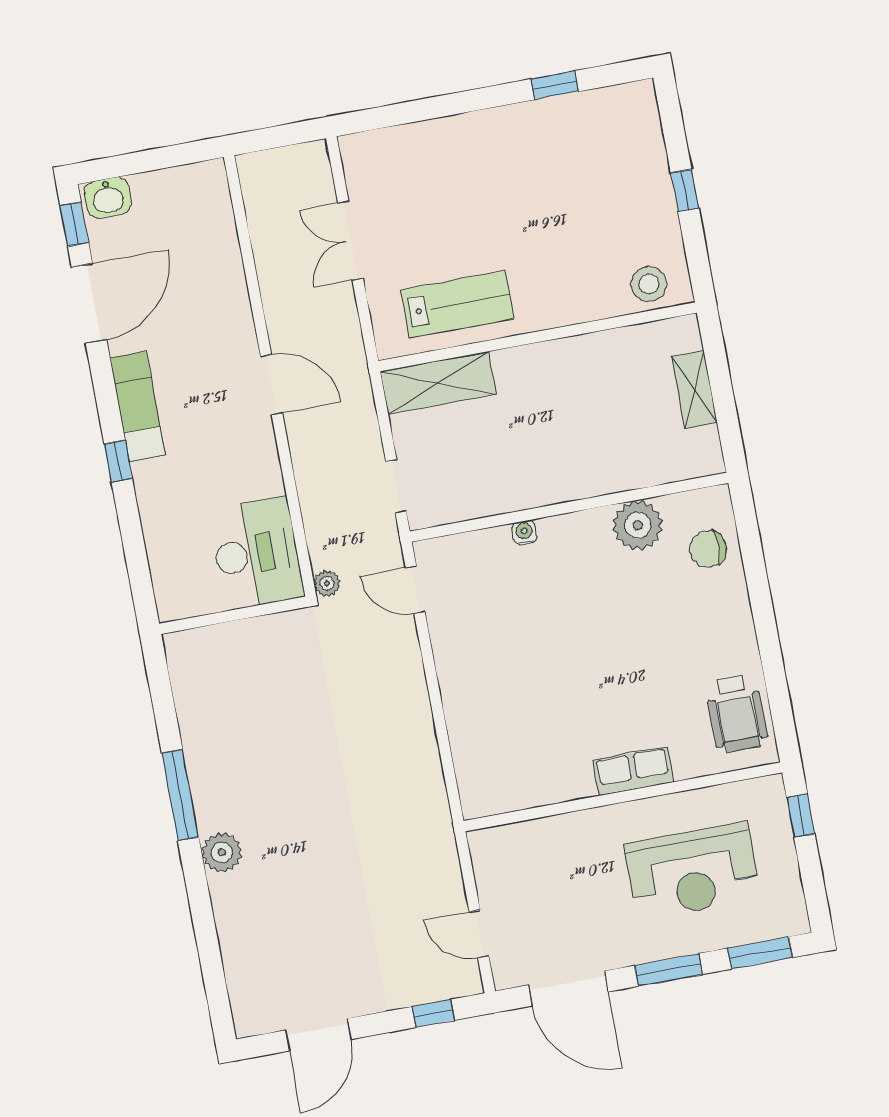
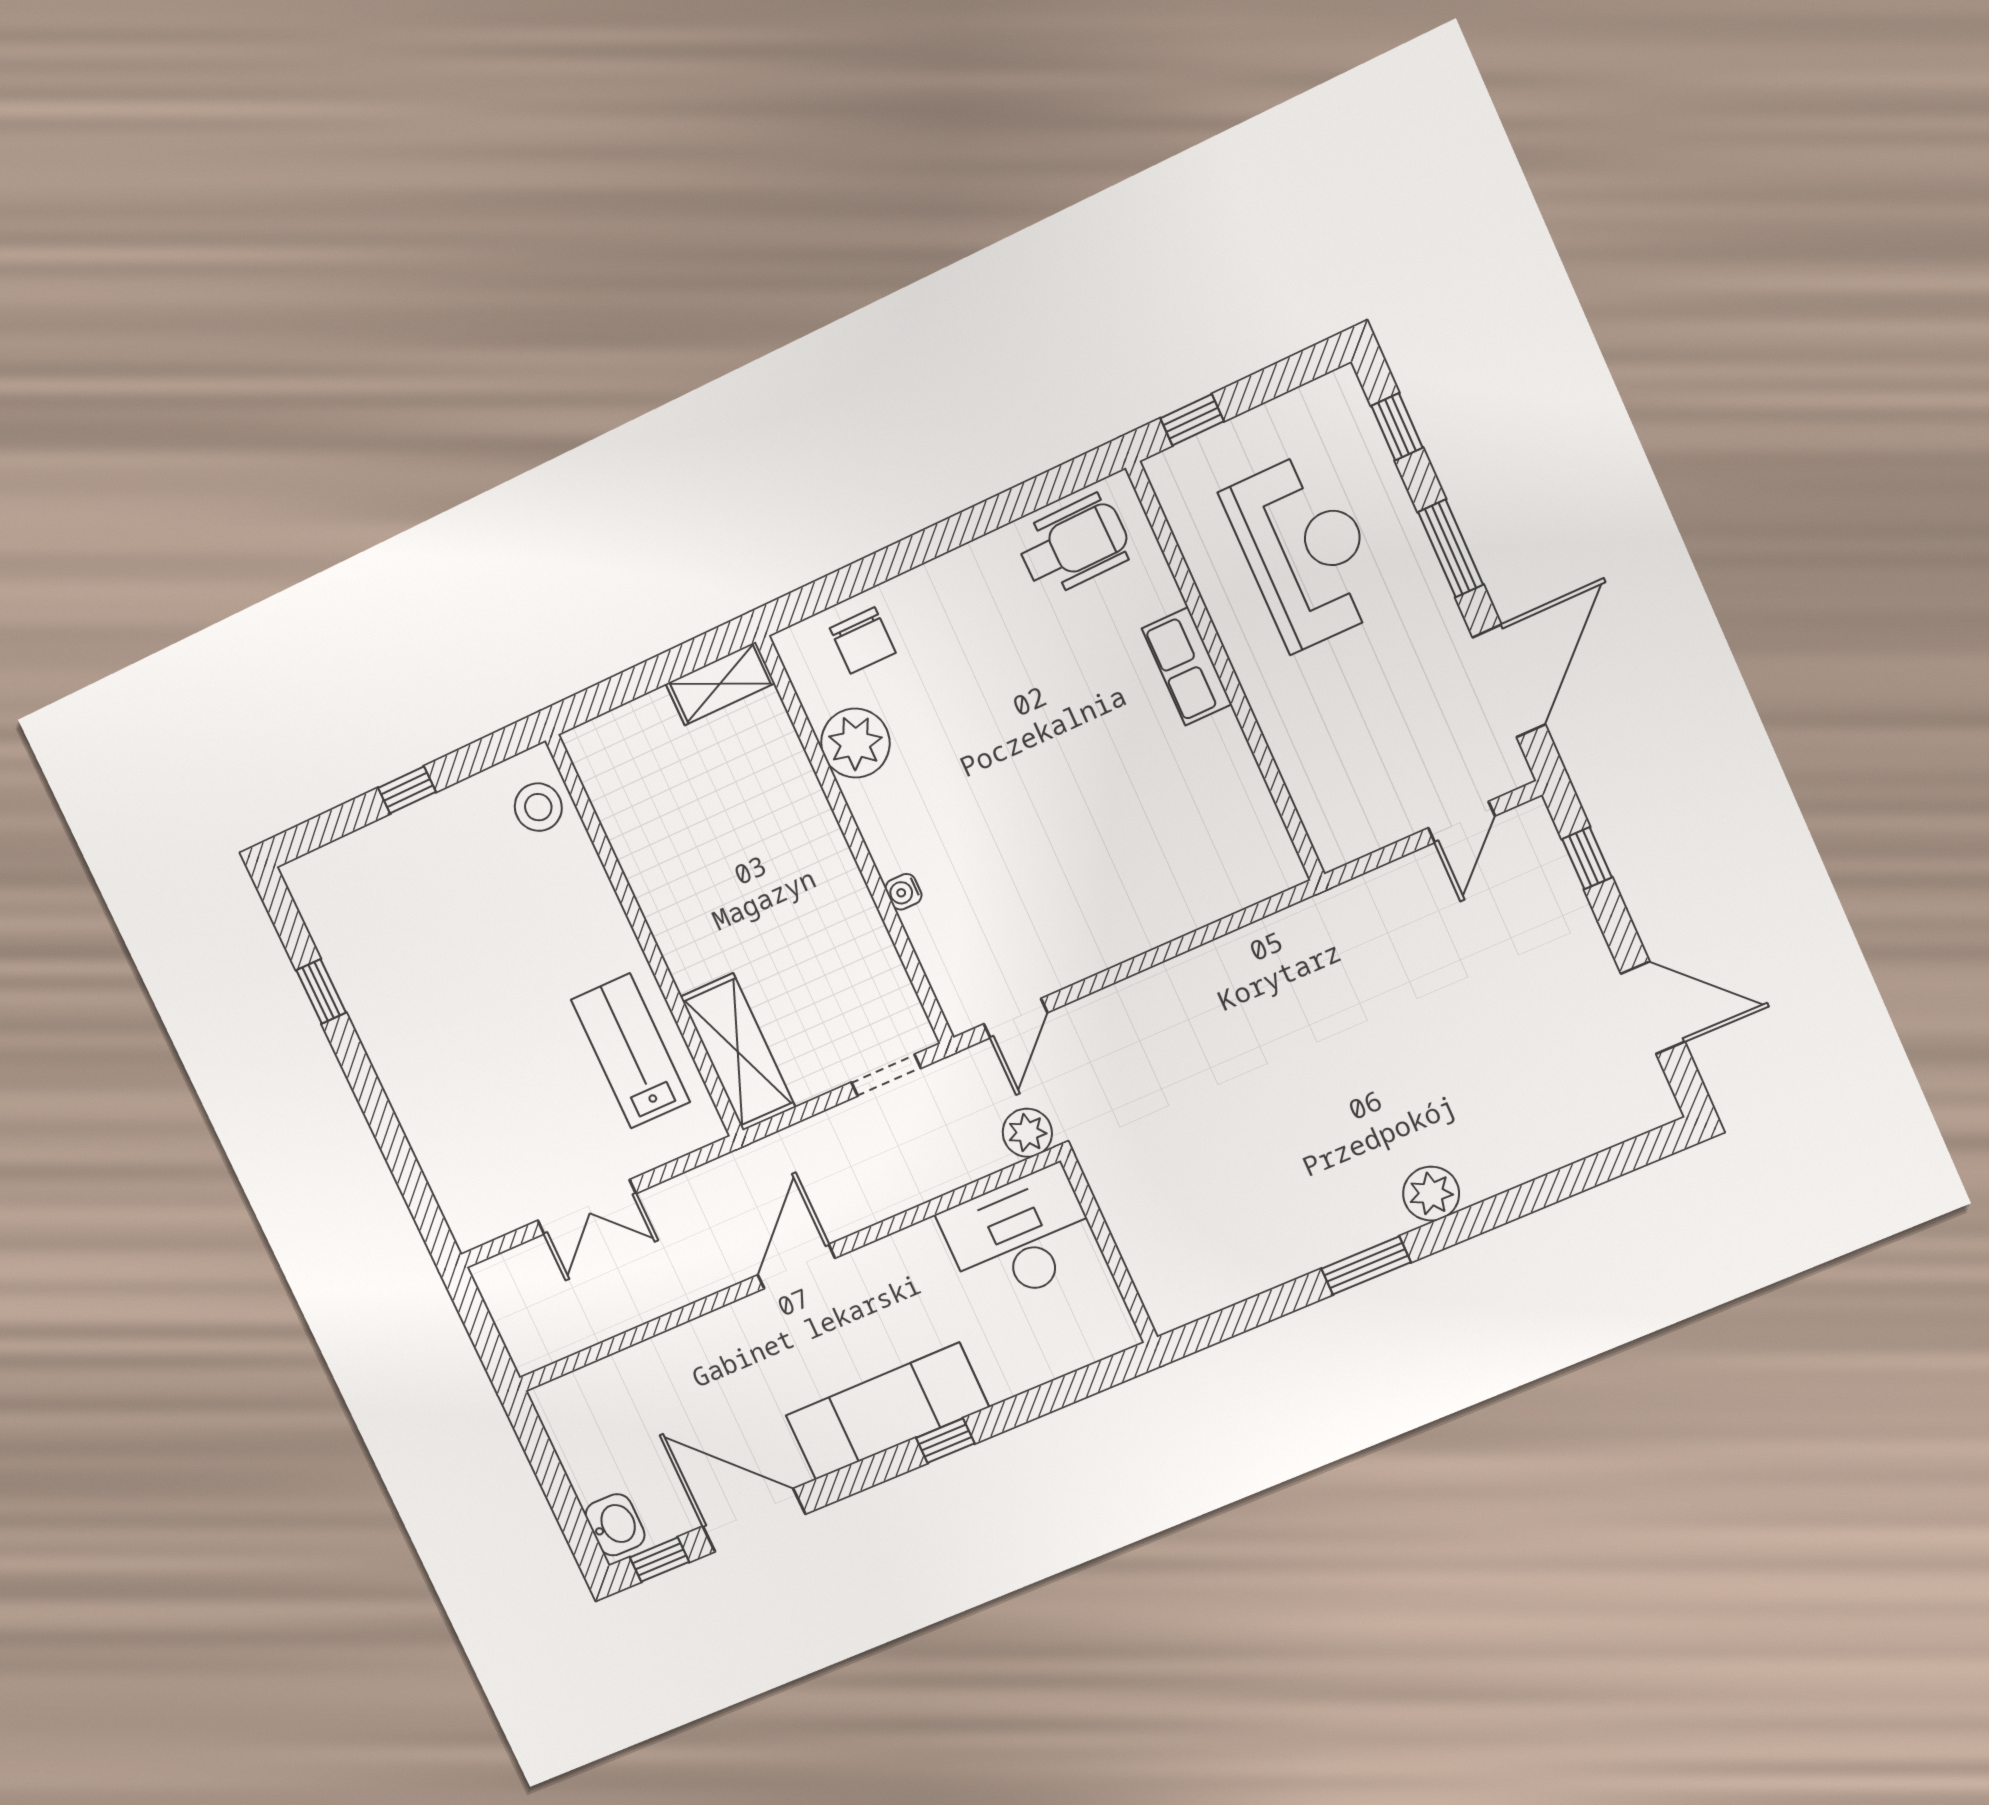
shelving: (694, 389) -> (720, 684), moved
exam couch: (138, 406) -> (887, 1411), width x1.36, depth x1.45
plant: (327, 583) -> (1027, 1133), width x1.38, depth x1.38
window: (180, 795) -> (1366, 1265), width x0.69
window: (760, 953) -> (1397, 427), width x0.67

